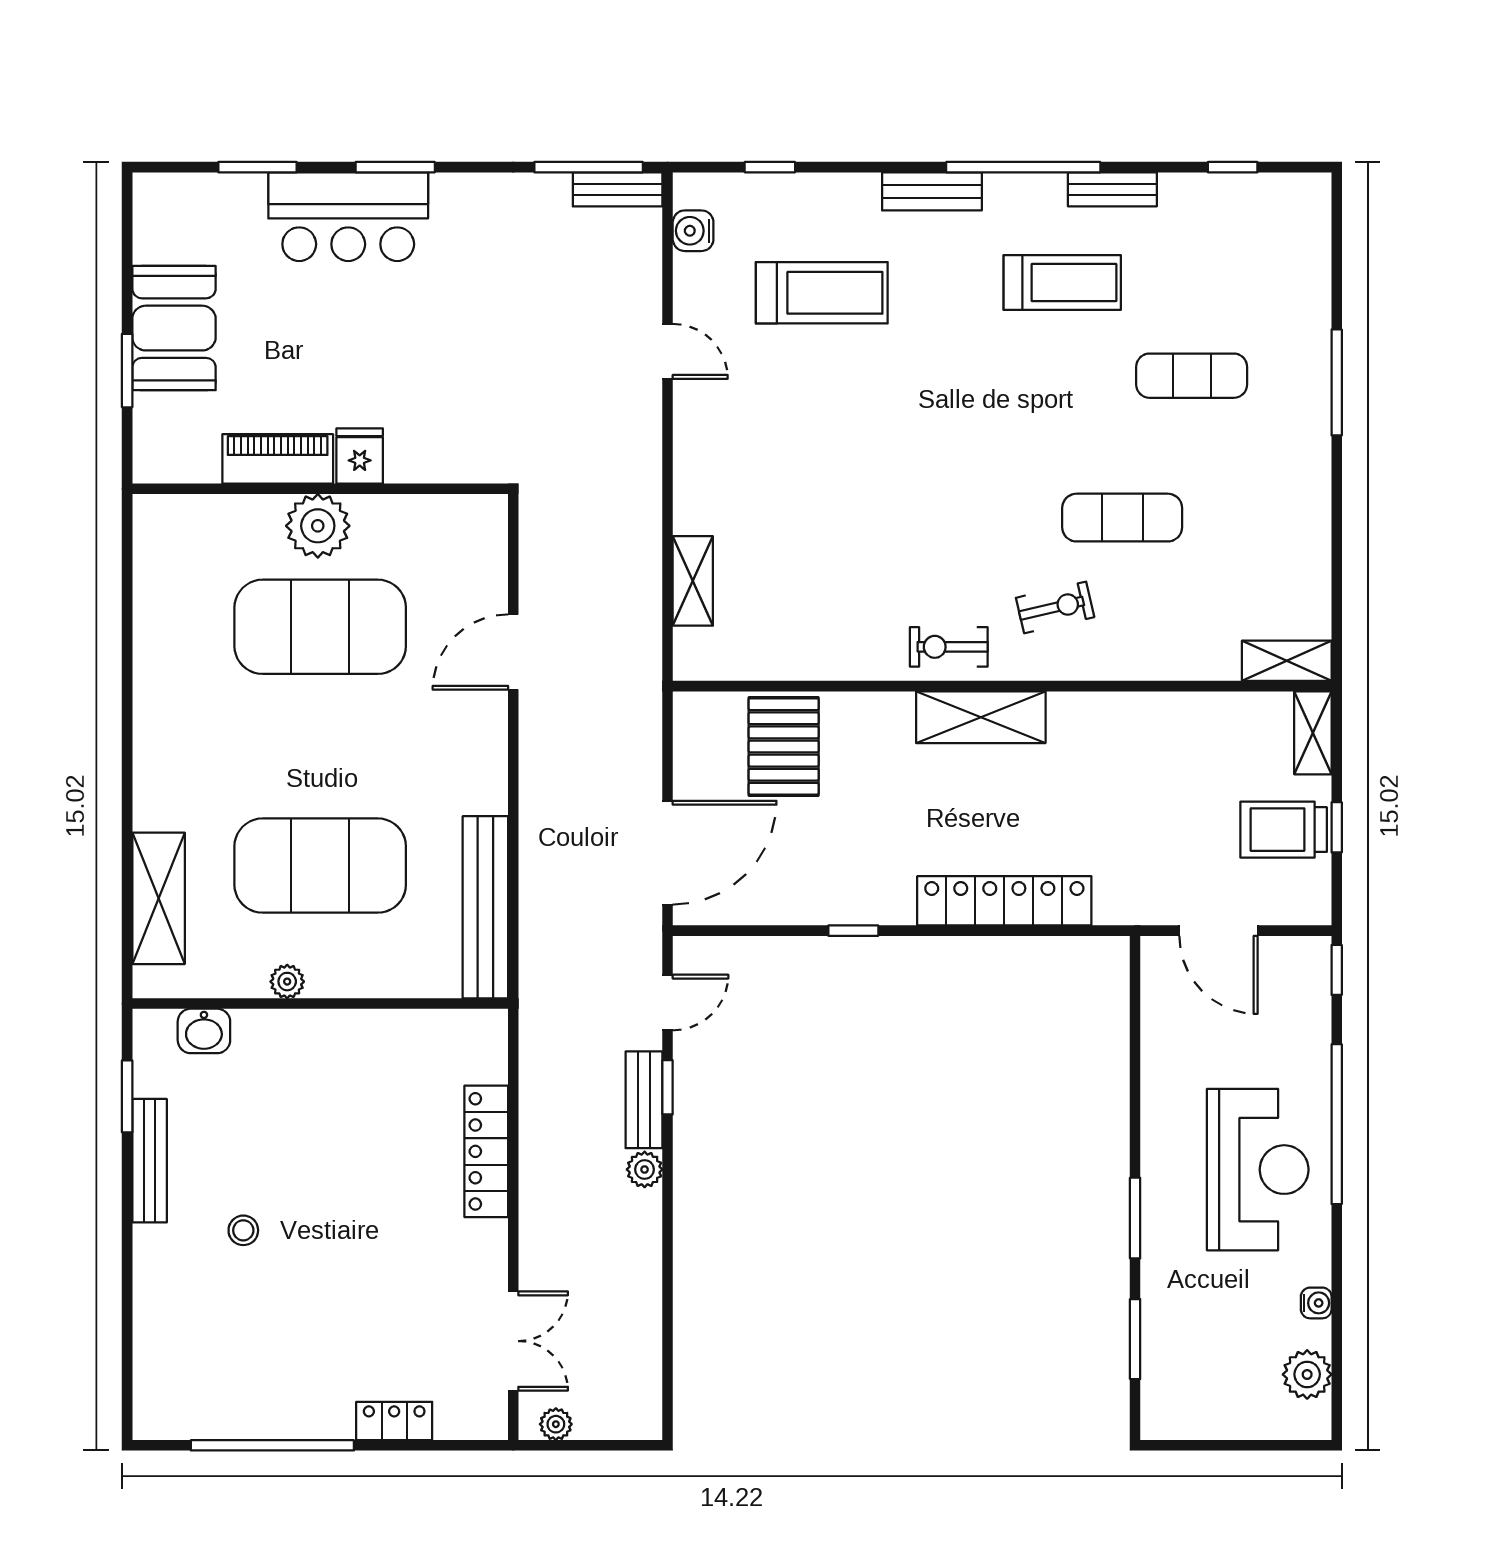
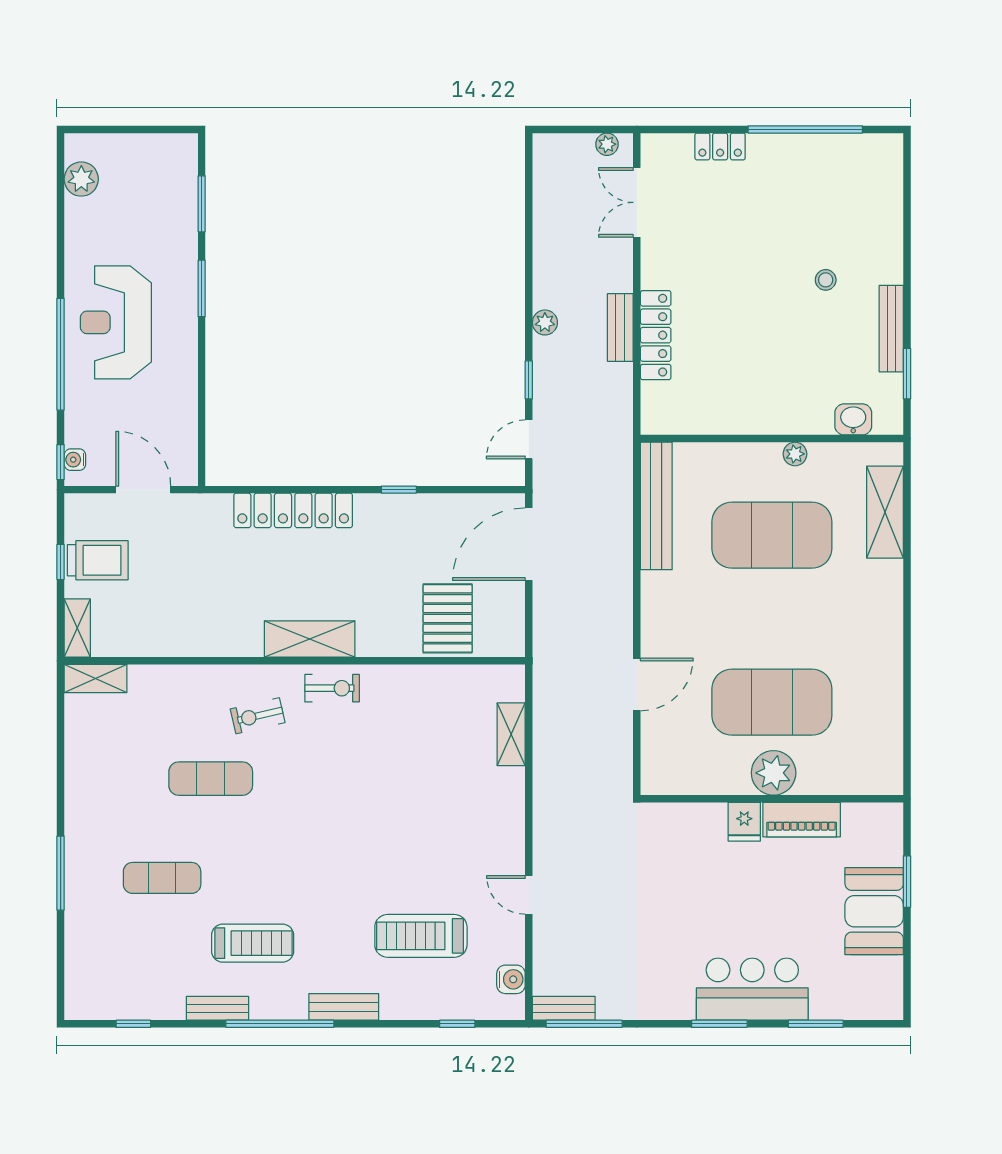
treadmill: (1062, 282) -> (253, 943), turned 180
bench: (644, 1100) -> (620, 327), moved
water cooler: (1316, 1303) -> (75, 460), moved

